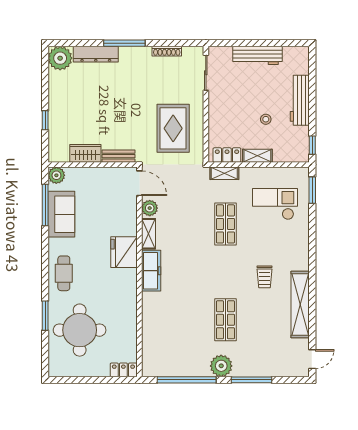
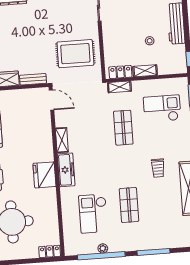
rug: (173, 128) -> (75, 54), turned 90
plant: (150, 208) -> (61, 119), removed
fridge: (124, 252) -> (44, 175), moved
checkout: (181, 327) -> (93, 214), added
plant: (221, 366) -> (103, 248), moved, width x0.53, depth x0.53

